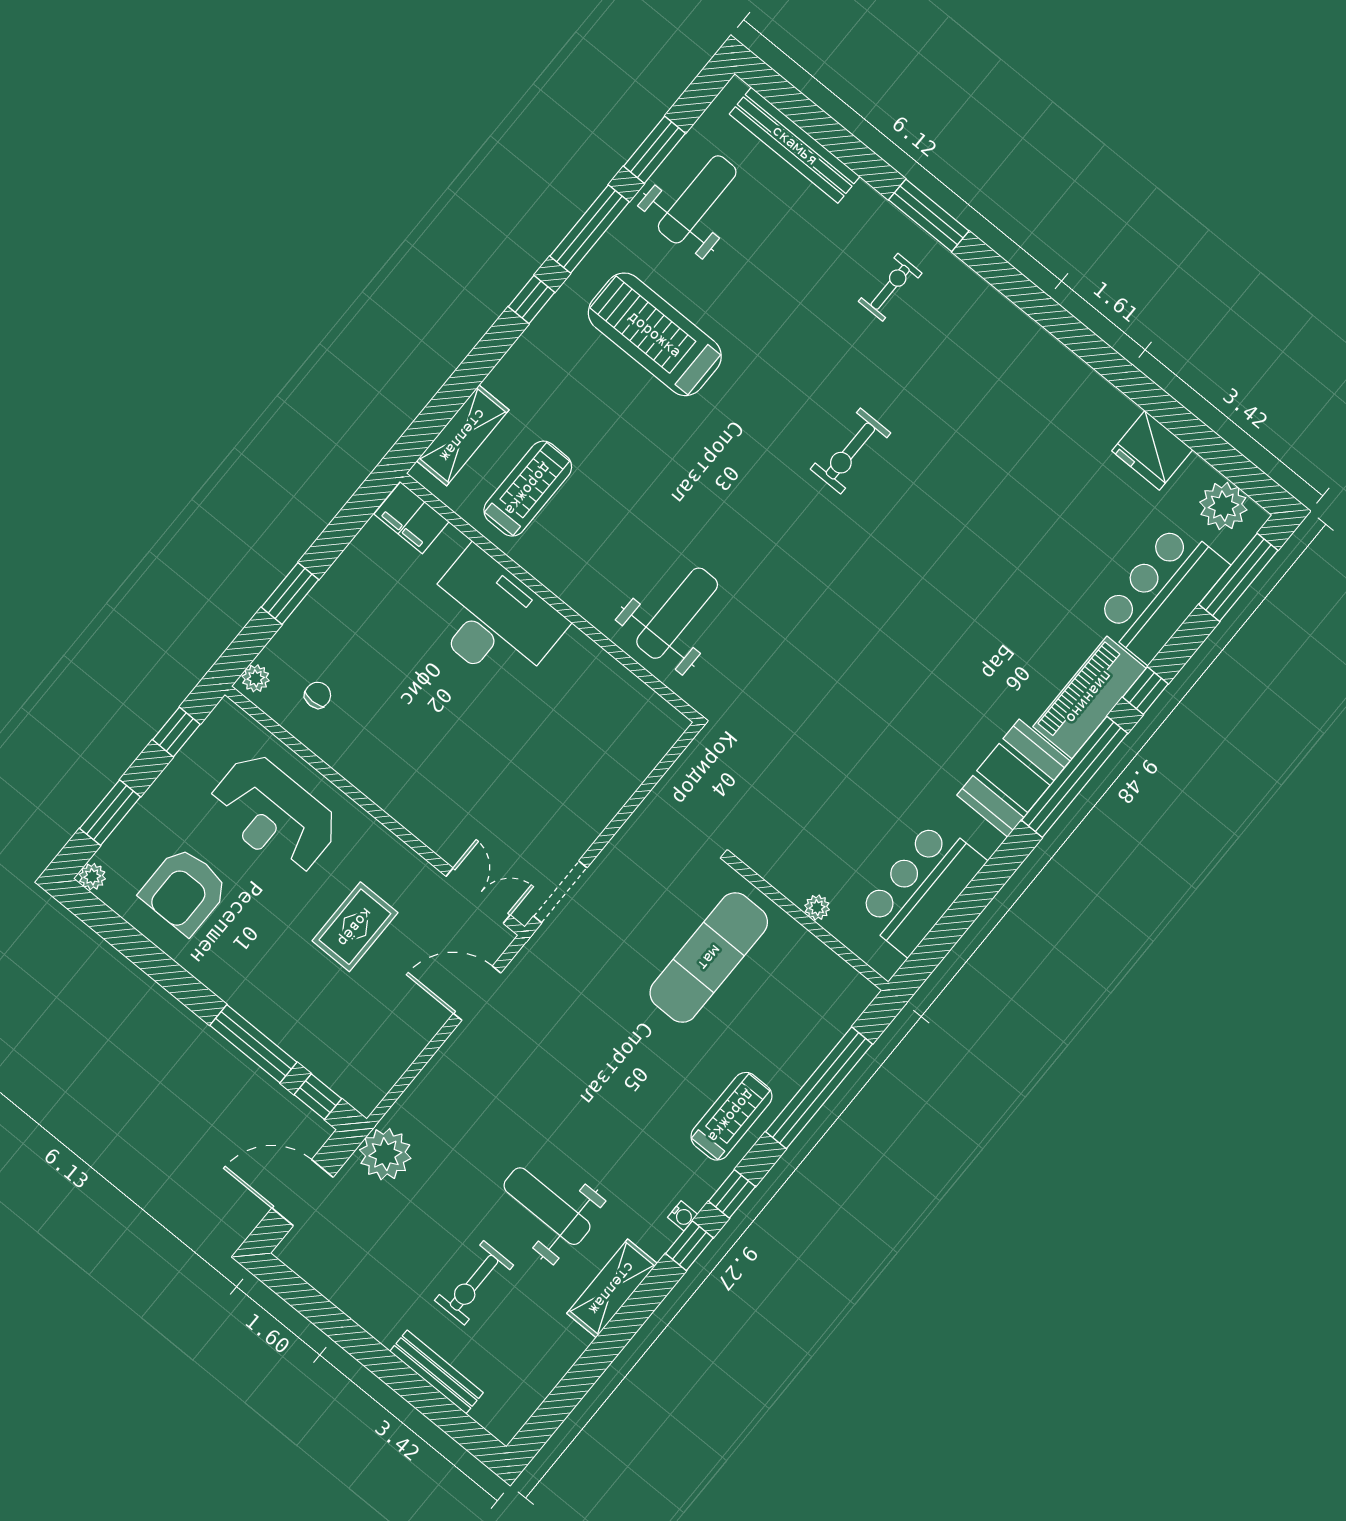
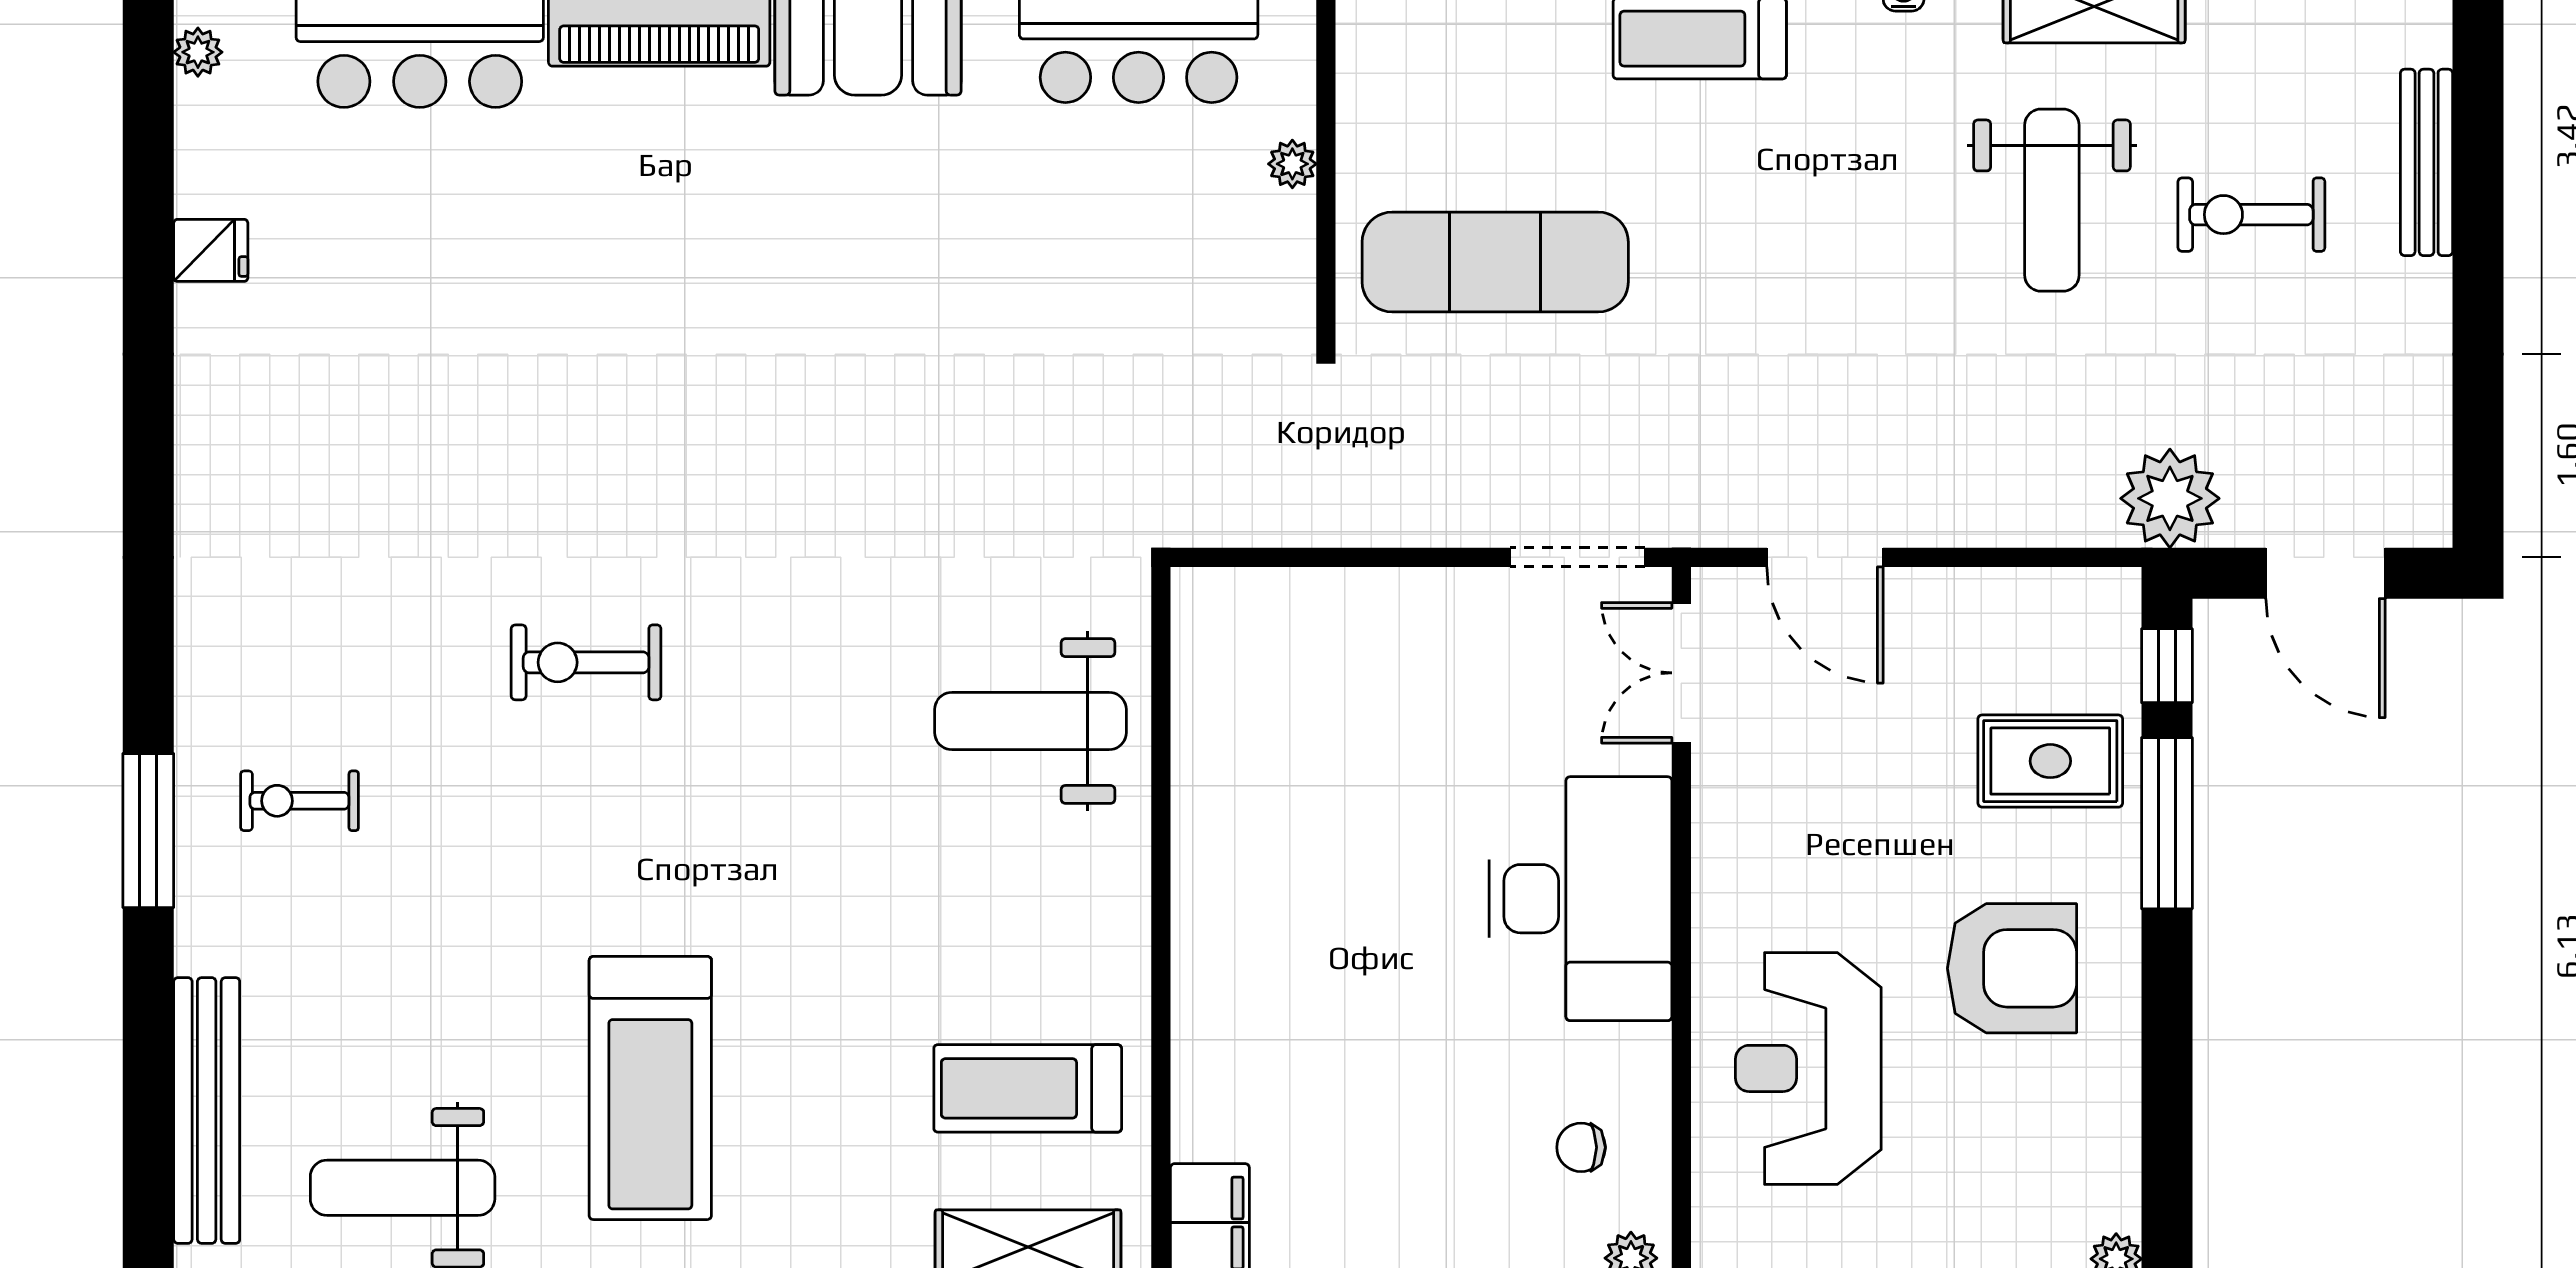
fridge: (1152, 450) -> (211, 250), width x0.53, depth x0.75
exercise bike: (850, 451) -> (586, 662), turned 180
plant: (1223, 506) -> (198, 52), width x0.53, depth x0.53
desk: (492, 619) -> (1581, 899), moved, turned 180
reception desk: (274, 815) -> (1808, 1068), turned 180
armchair: (184, 891) -> (2012, 968), moved
rug: (355, 927) -> (2050, 761), moved
exercise bike: (474, 1283) -> (2251, 215), turned 180

